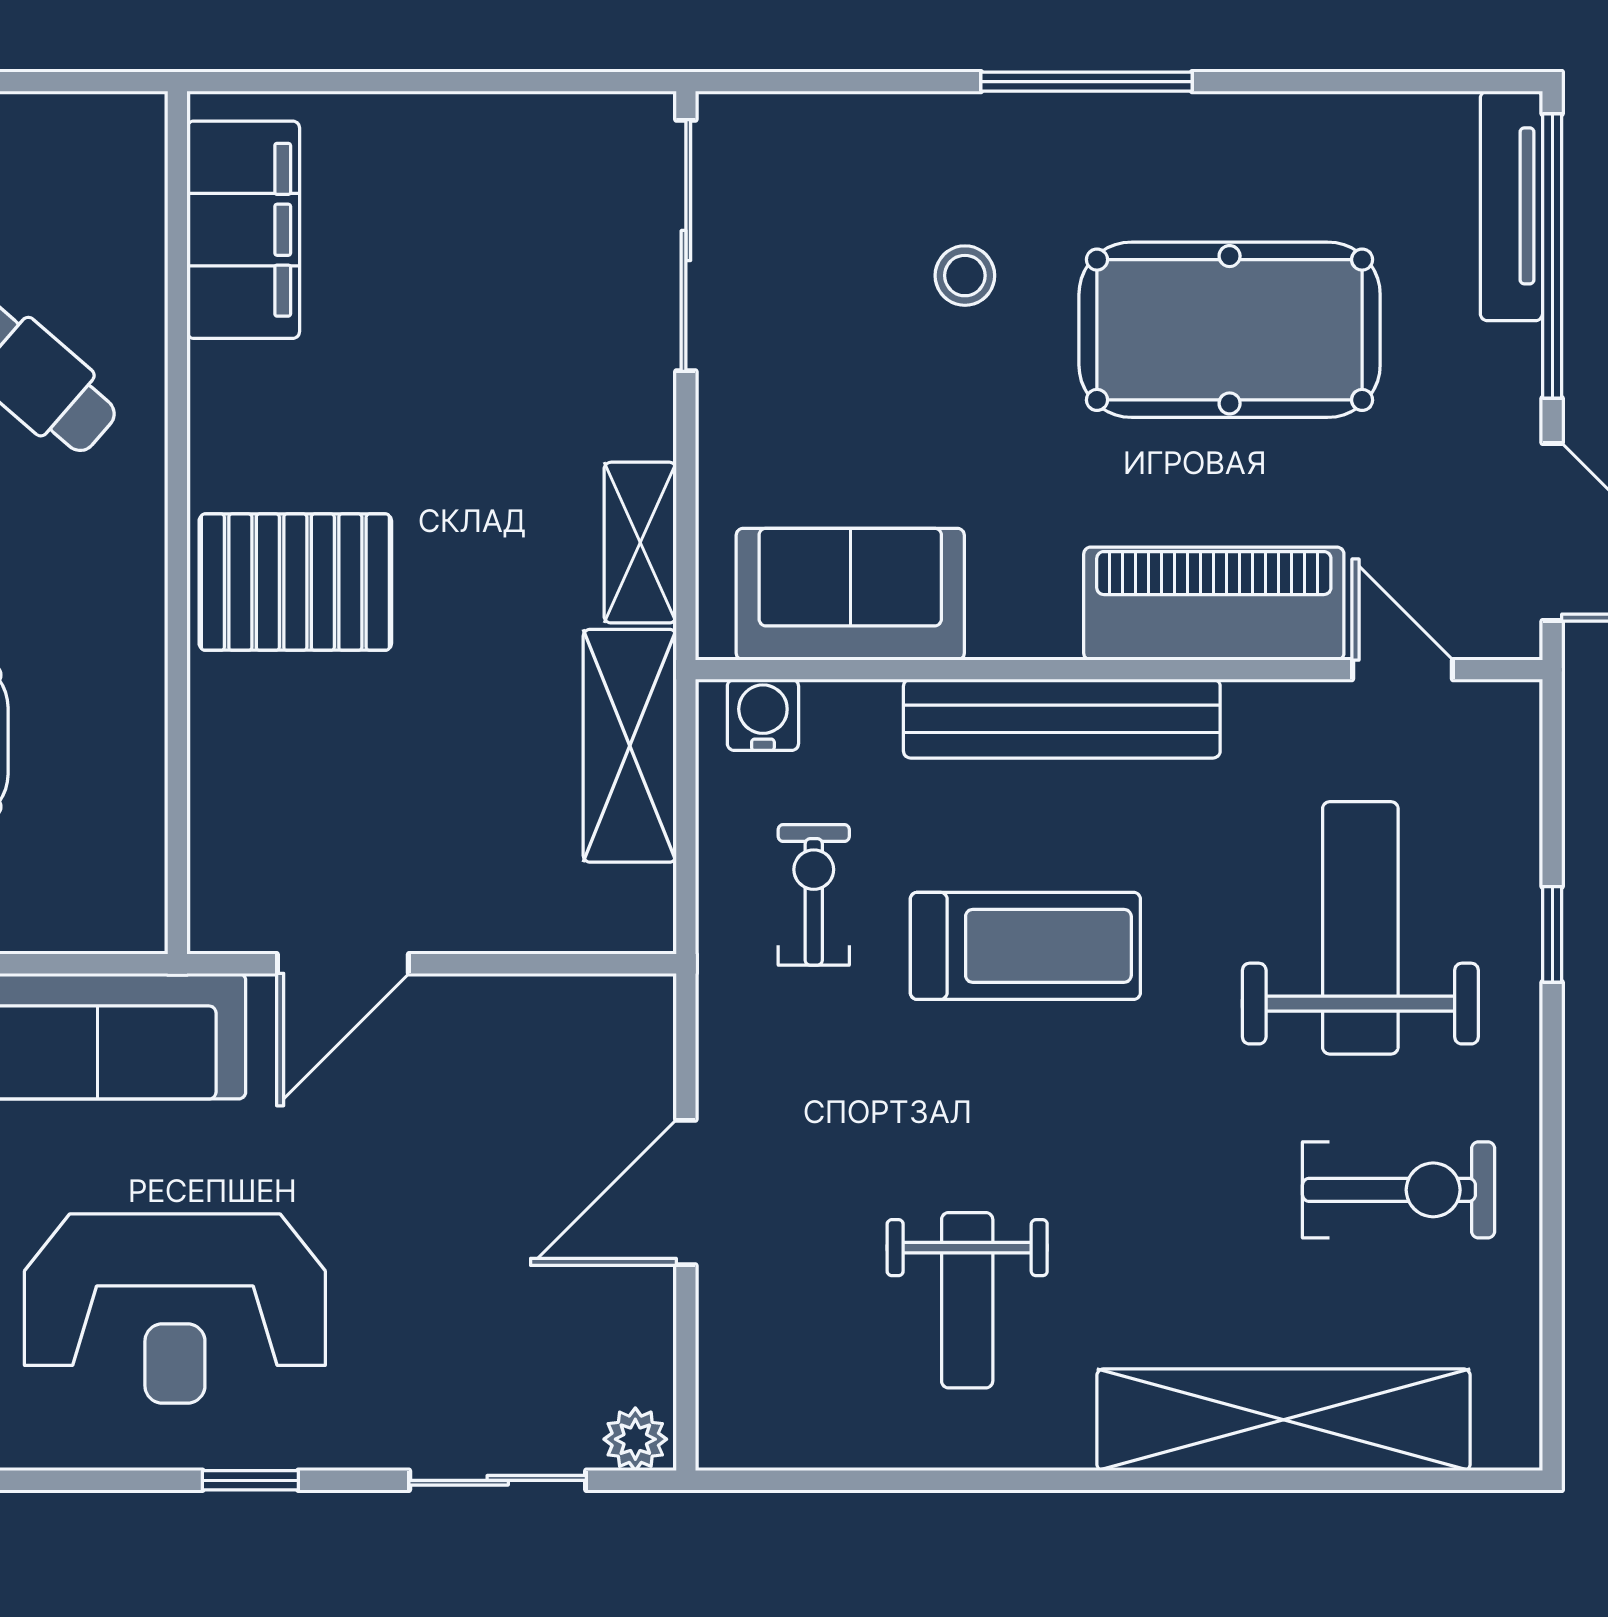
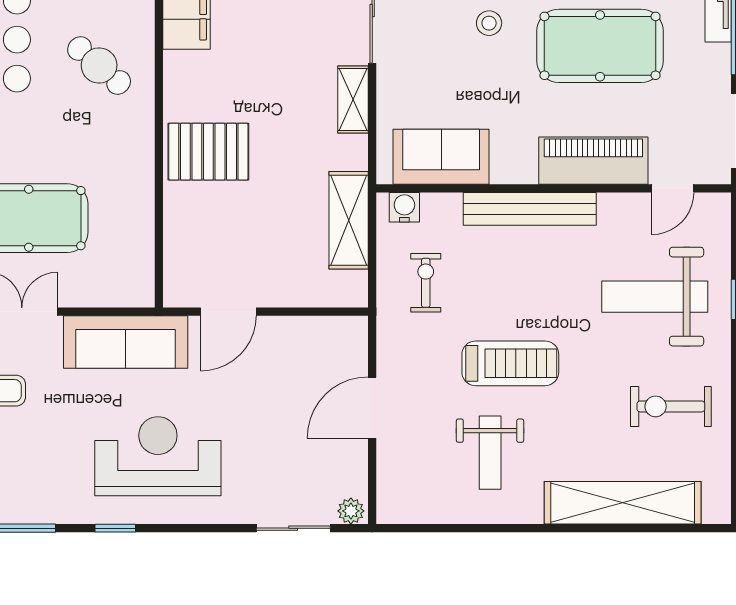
shelving: (640, 543) -> (353, 99), moved
door: (1403, 670) -> (673, 188), swing flipped
weight bench: (1360, 928) -> (655, 297), turned -90
treadmill: (1025, 946) -> (510, 363), moved
exercise bike: (1399, 1190) -> (671, 406), turned 180
reception desk: (175, 1309) -> (158, 456), turned 180
window: (250, 1480) -> (115, 528), moved

